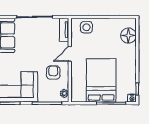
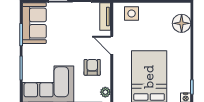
door: (70, 54) -> (112, 45), hinge flipped

